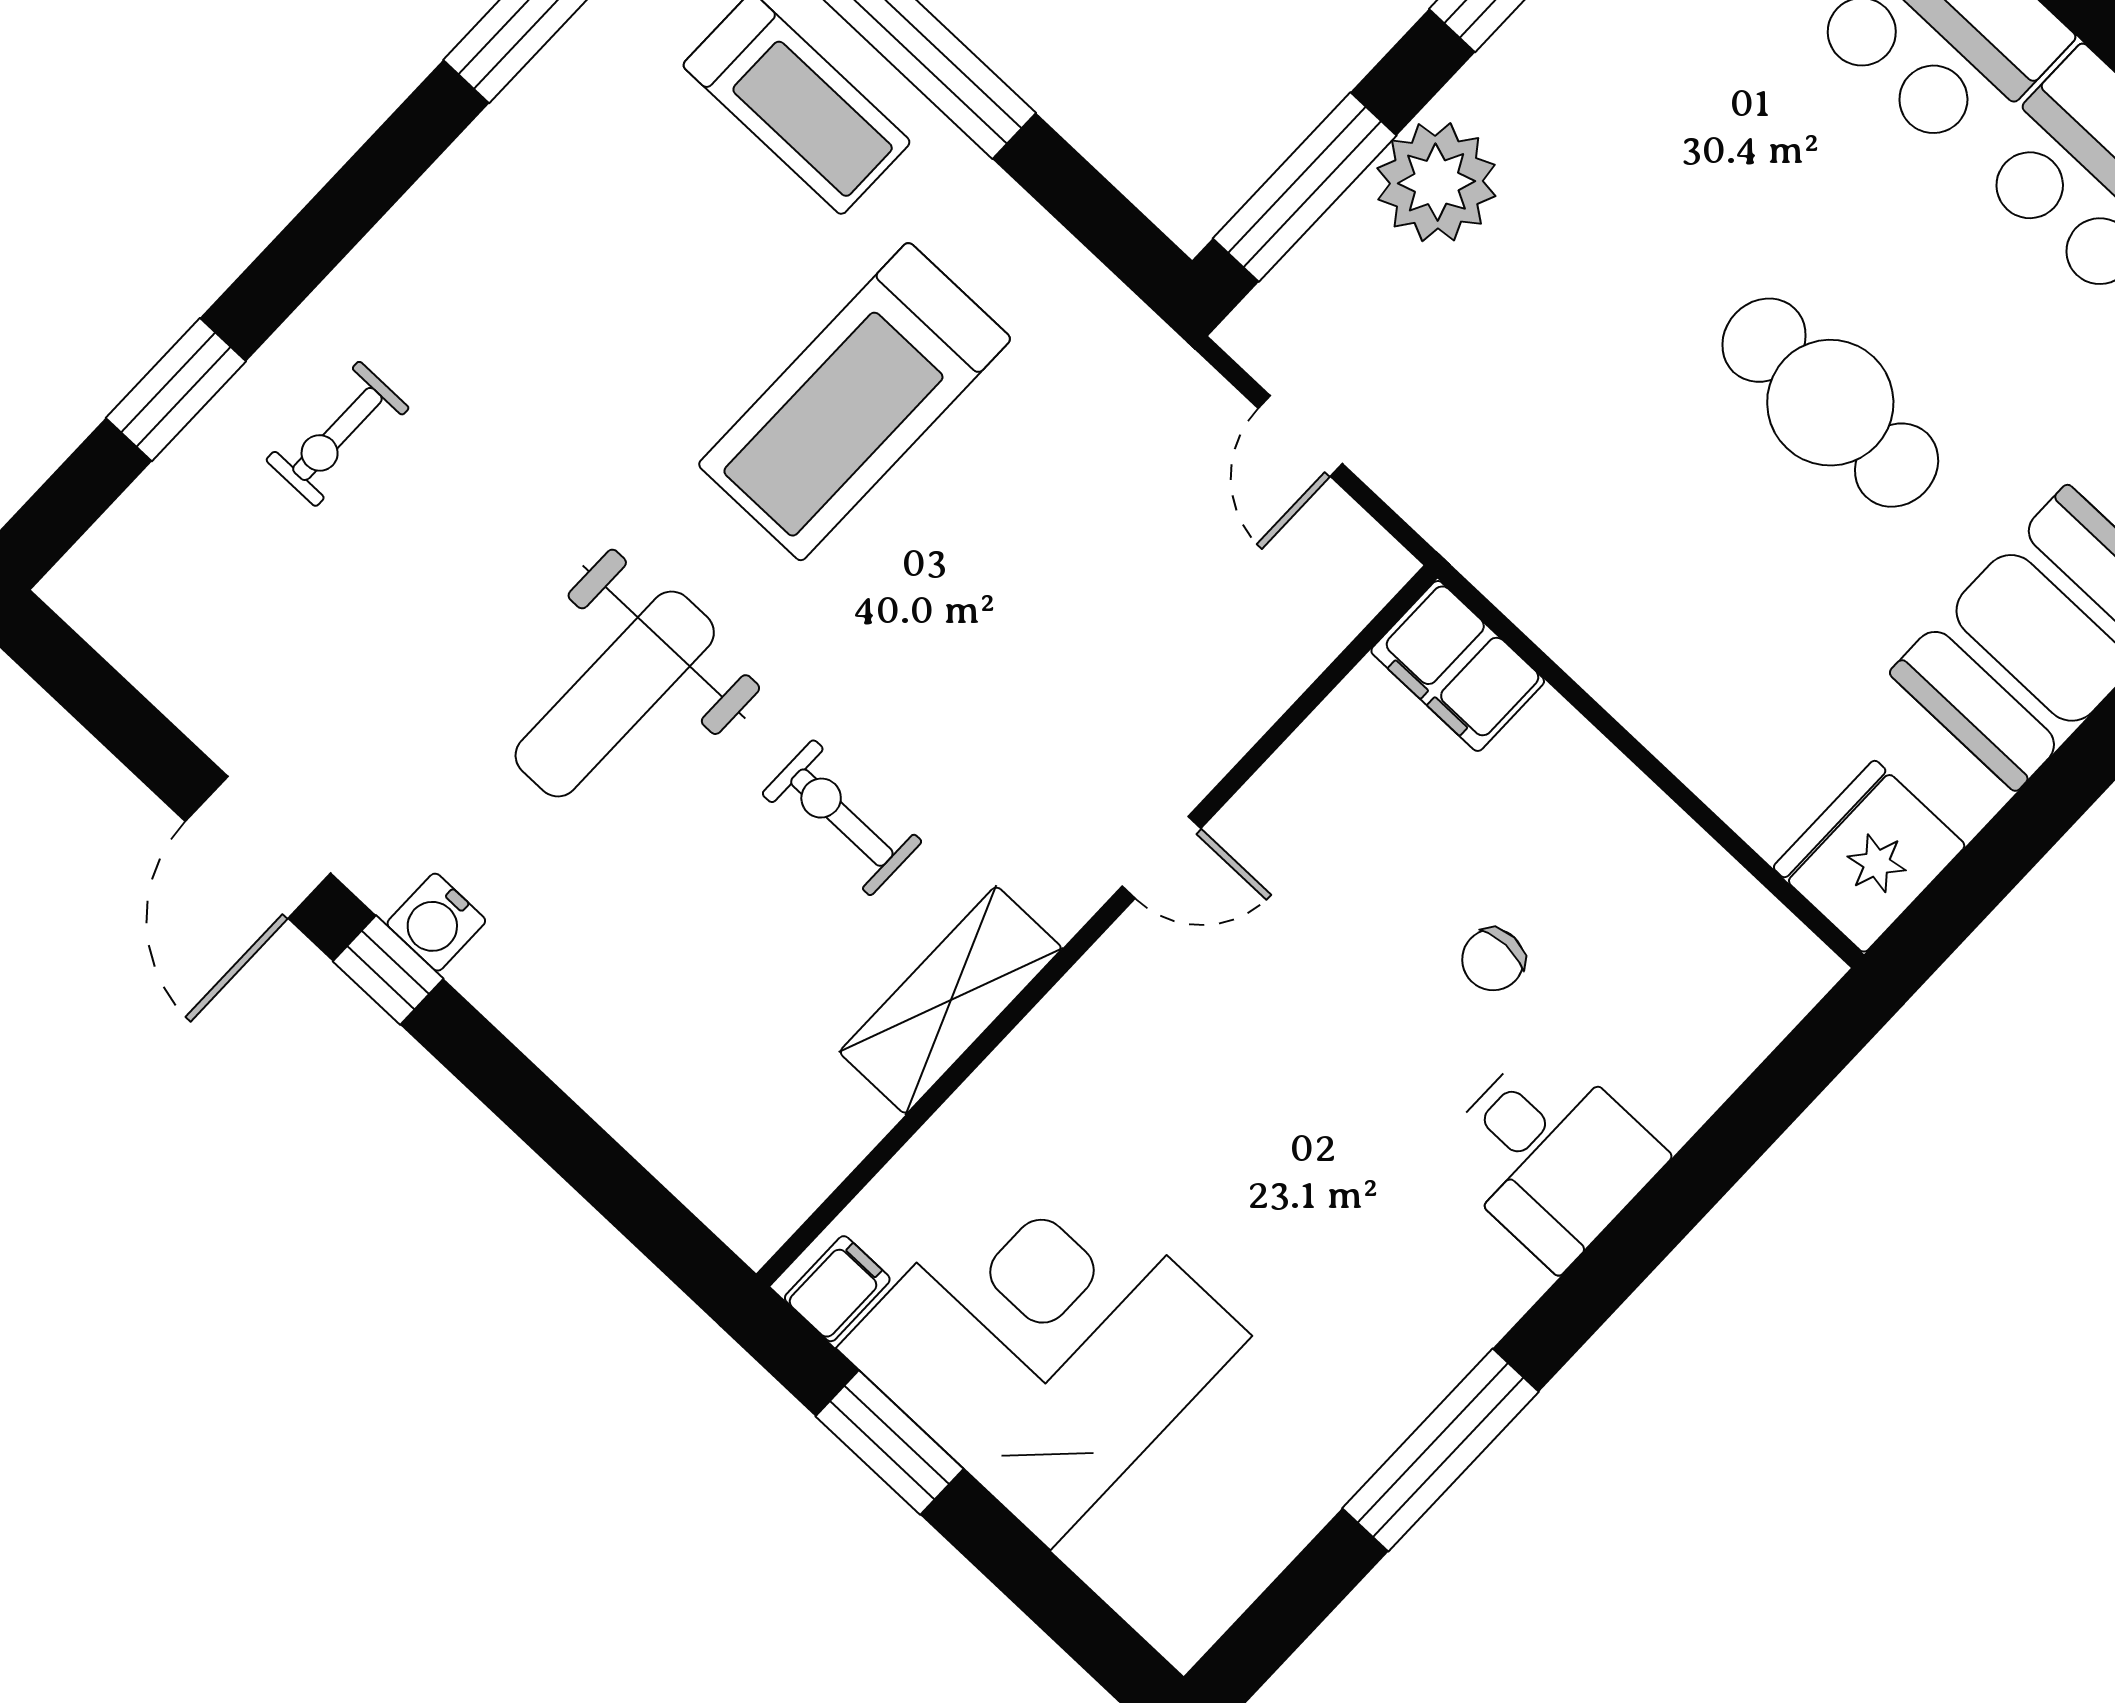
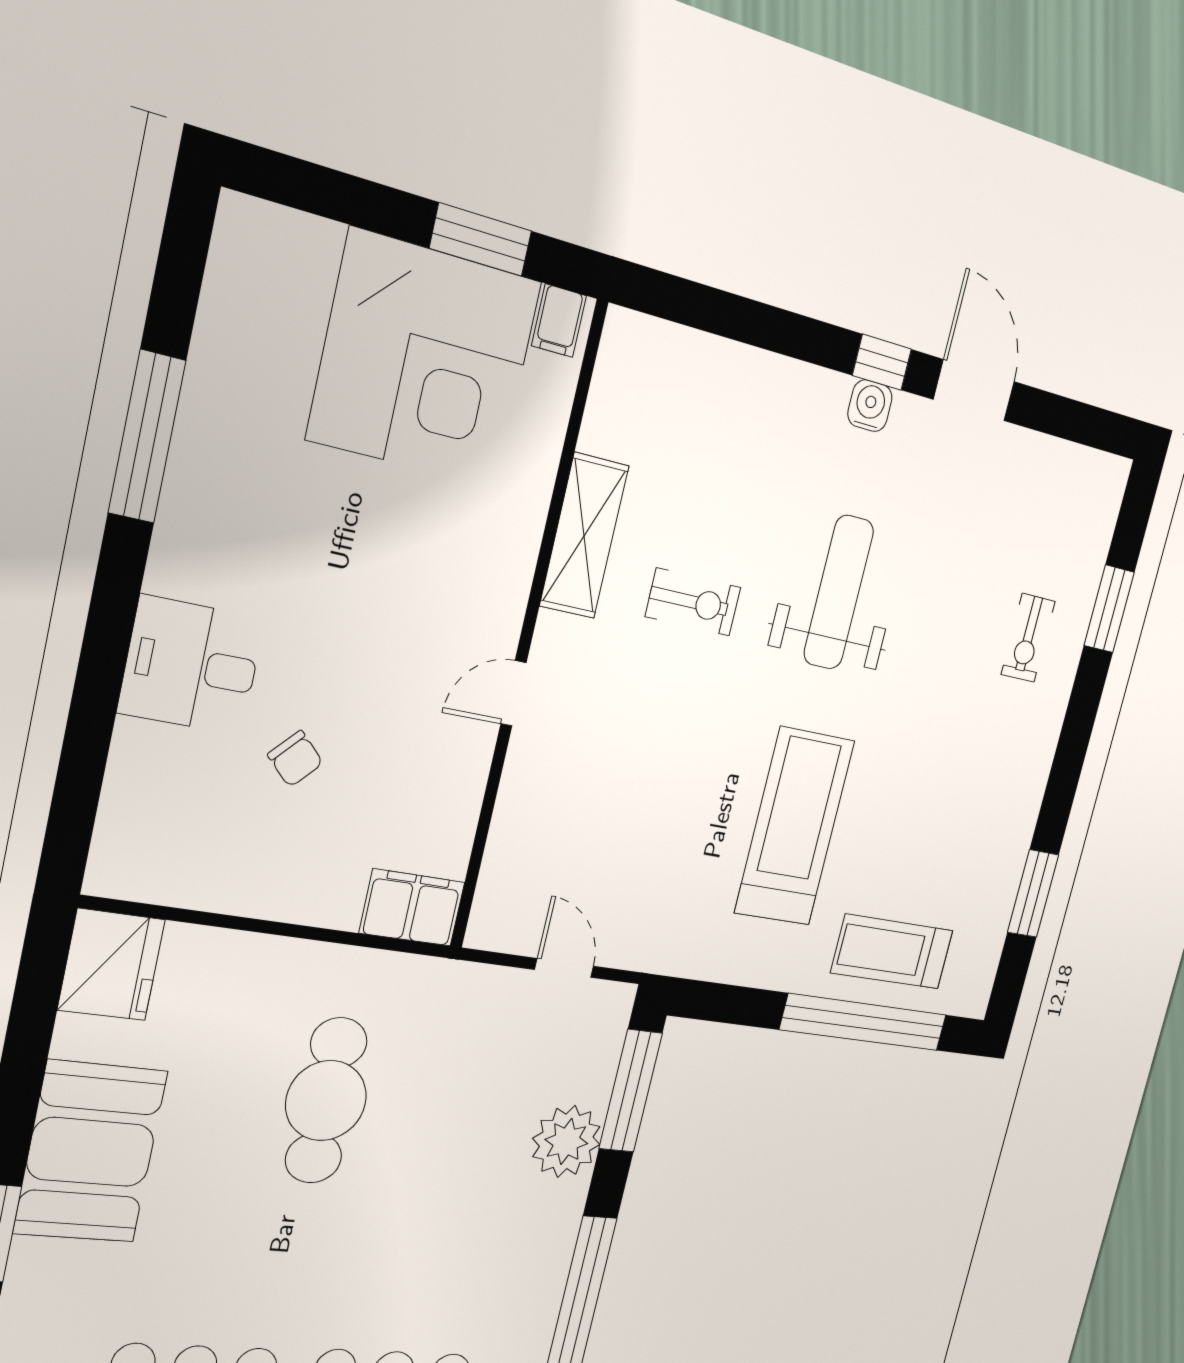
cafe table: (1830, 403) -> (326, 1101), moved, turned 90
exercise bike: (337, 434) -> (1028, 638), turned 180
chair: (1493, 960) -> (295, 759), turned 134

